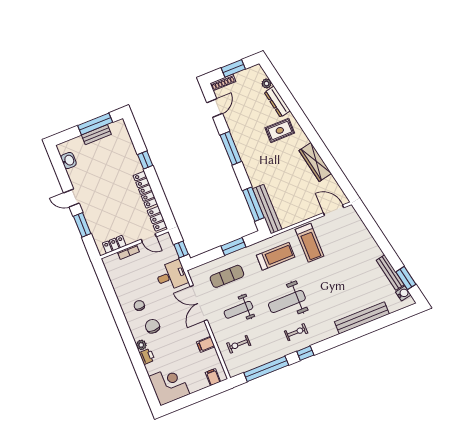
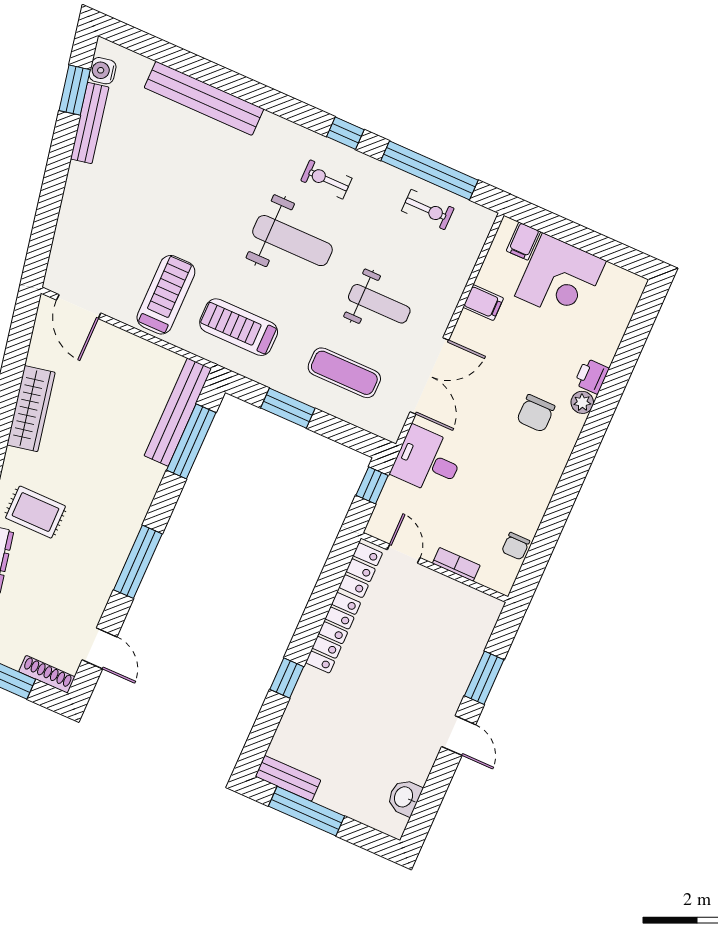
door: (215, 108) -> (99, 648), swing flipped
bench: (96, 135) -> (288, 778), moved
locker: (114, 244) -> (466, 598), removed
chair: (139, 306) -> (516, 546), moved
exercise bike: (239, 344) -> (428, 210), moved
corner desk: (169, 385) -> (561, 278), moved, turned -90

